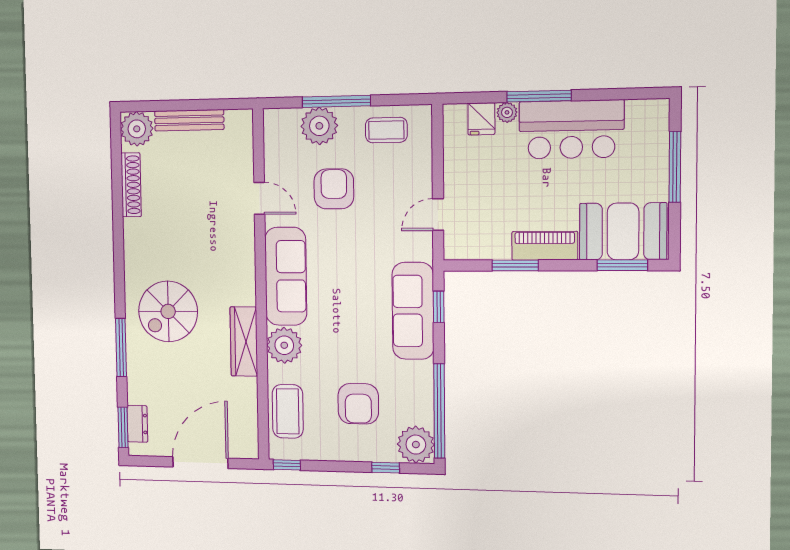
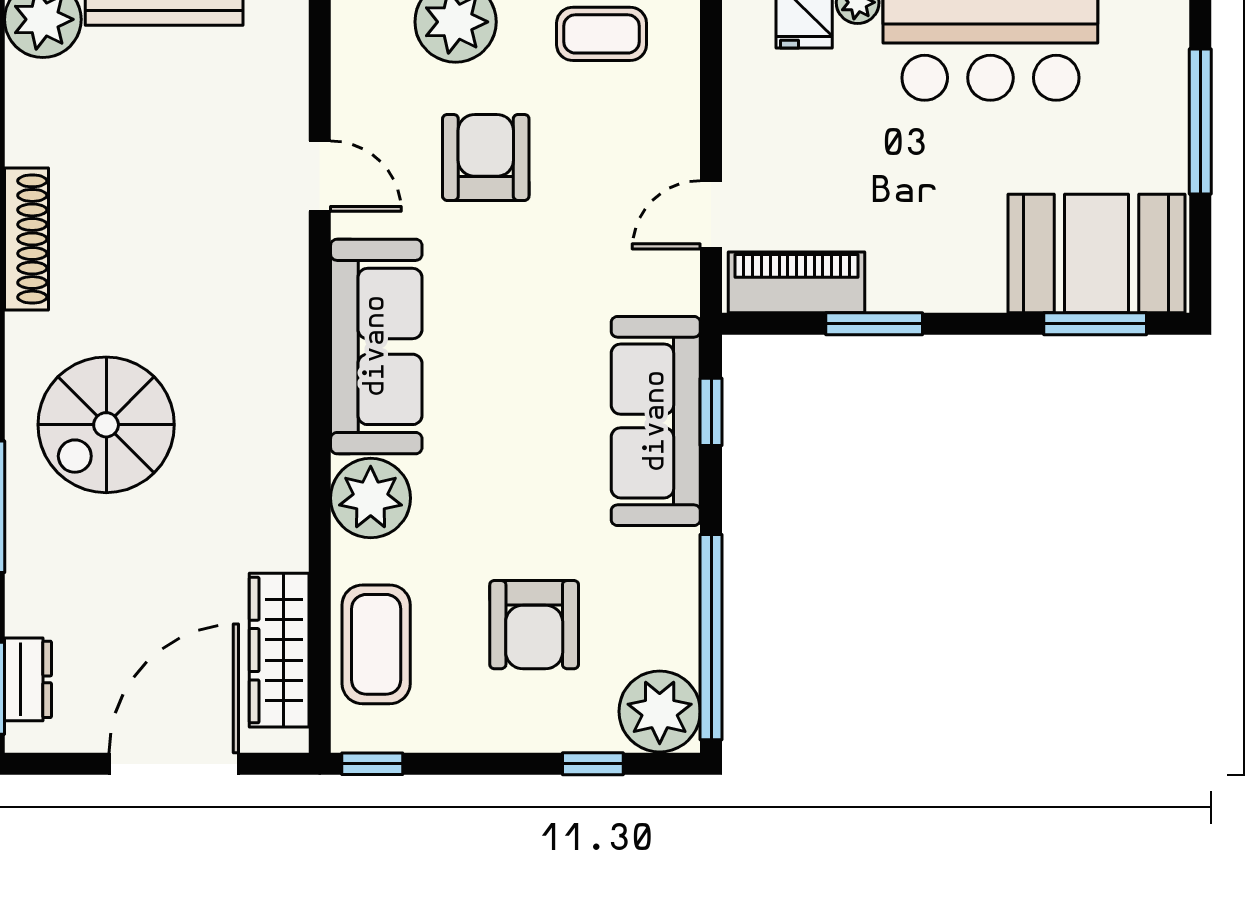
shoe rack: (131, 185) -> (27, 239), moved
piano: (545, 246) -> (797, 282), moved
wardrobe: (244, 342) -> (279, 650), moved

